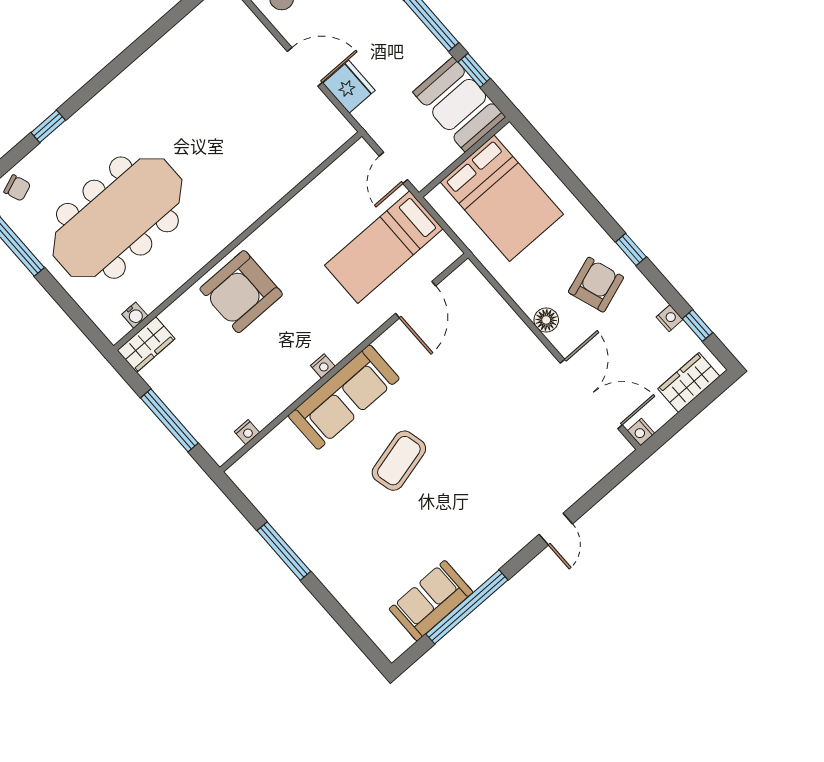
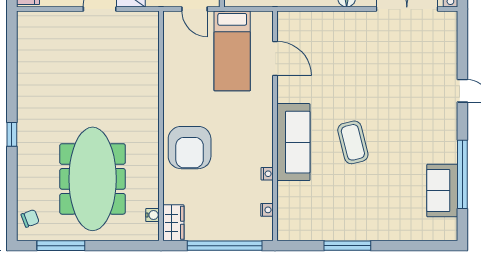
window: (48, 126) -> (12, 134), moved
nightstand: (323, 366) -> (267, 174), moved
window: (169, 420) -> (225, 246), width x1.46

